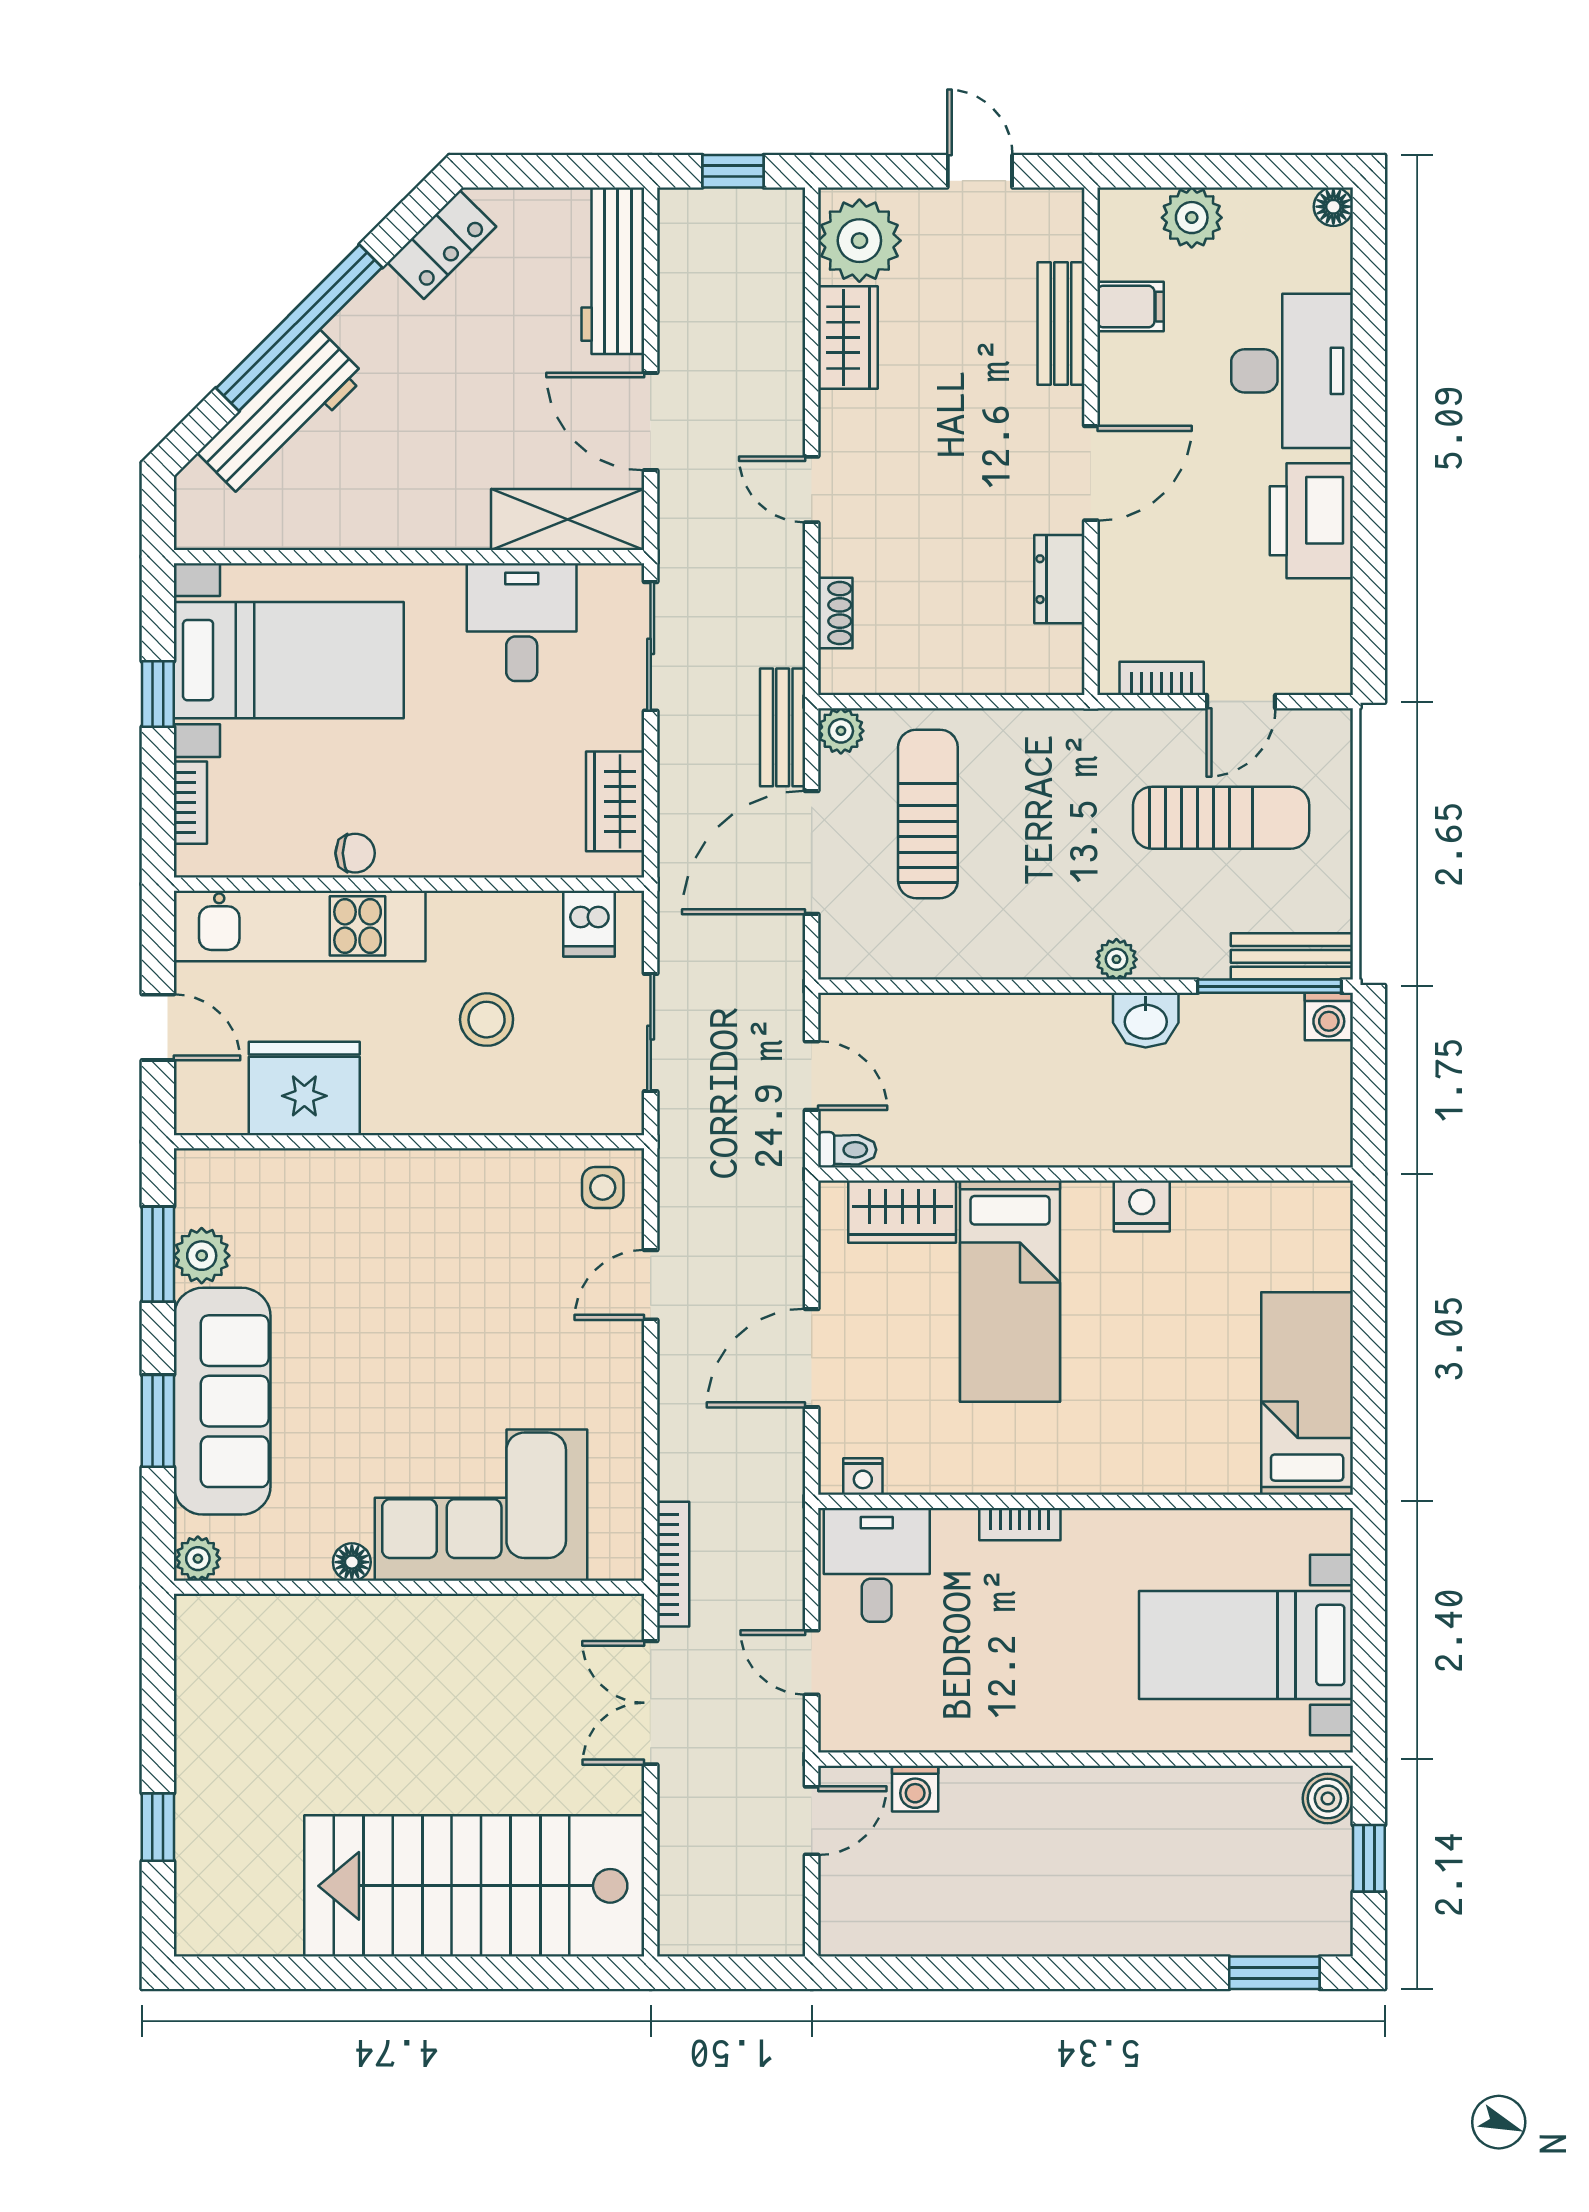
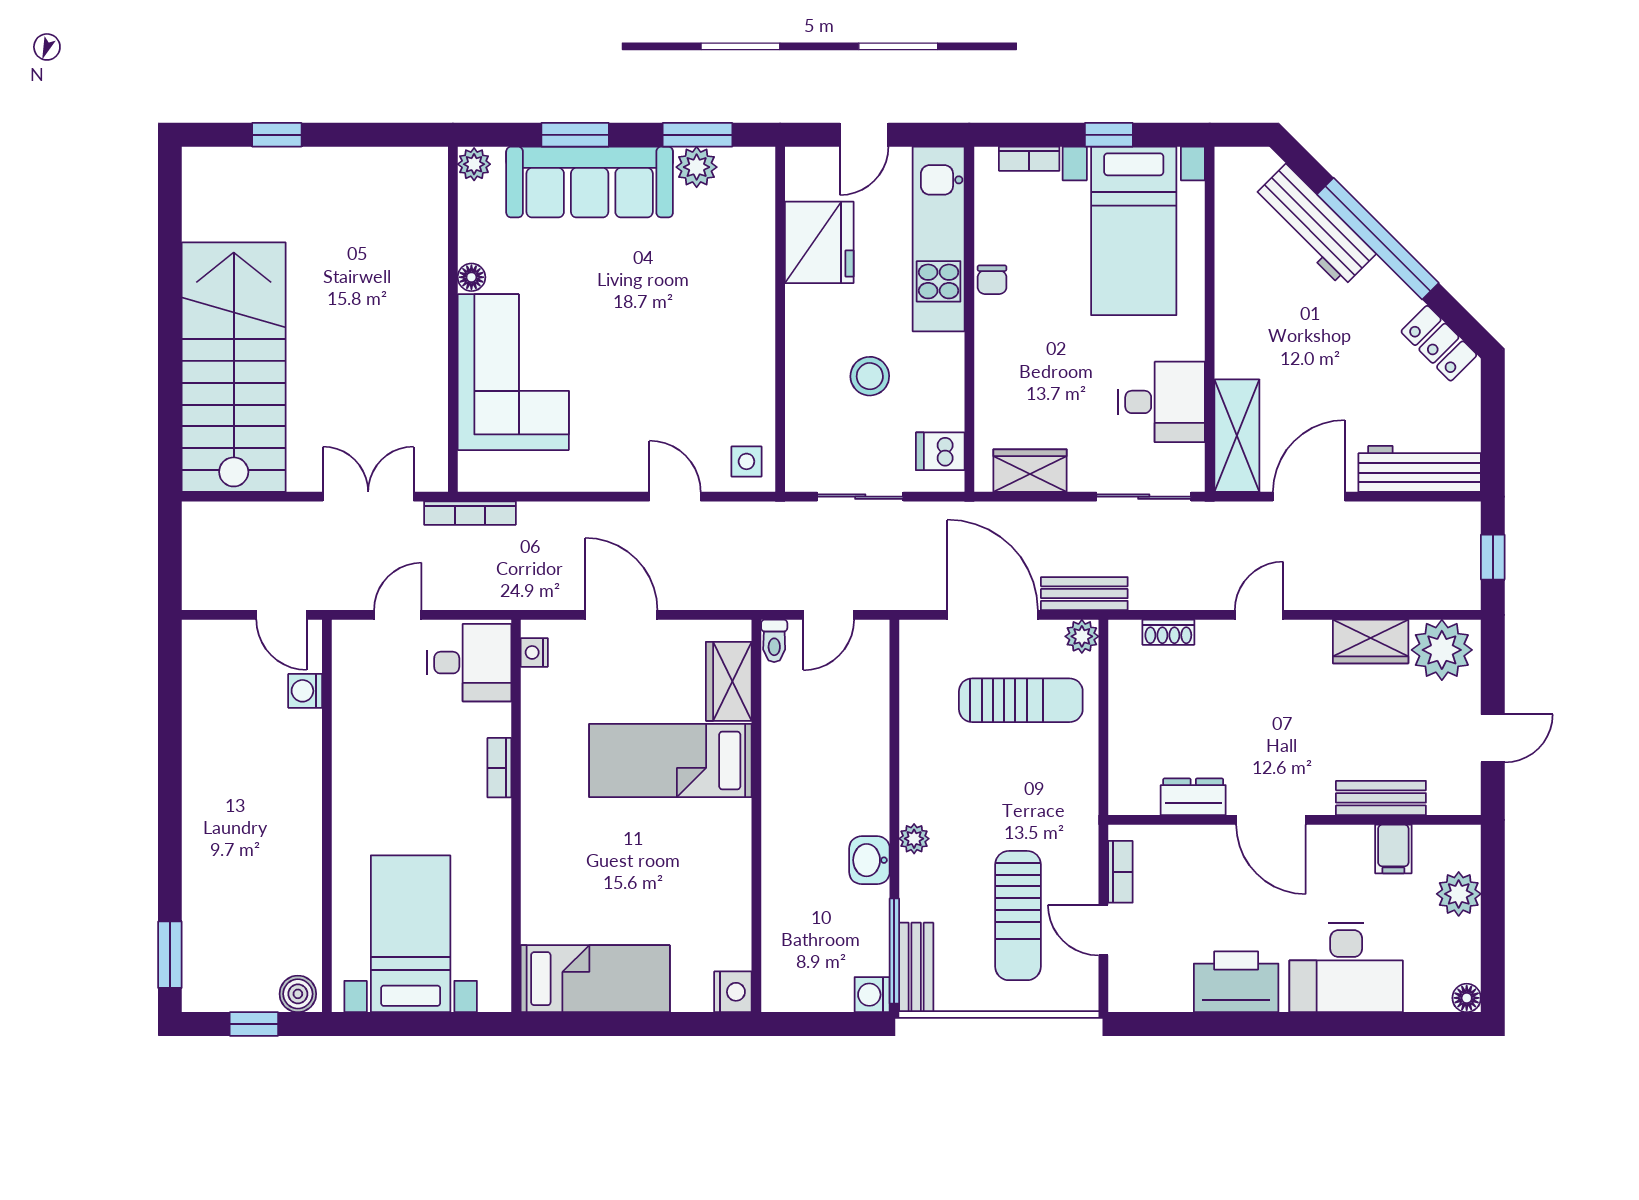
nightstand: (1142, 1206) -> (733, 992), moved

